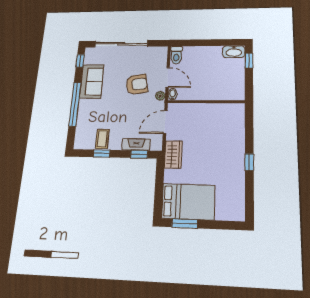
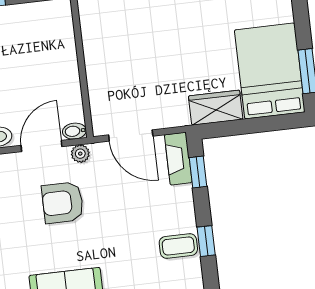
armchair: (137, 84) -> (63, 203), turned -80
fireplace: (136, 145) -> (178, 159), moved
wardrobe: (173, 155) -> (216, 108), moved

